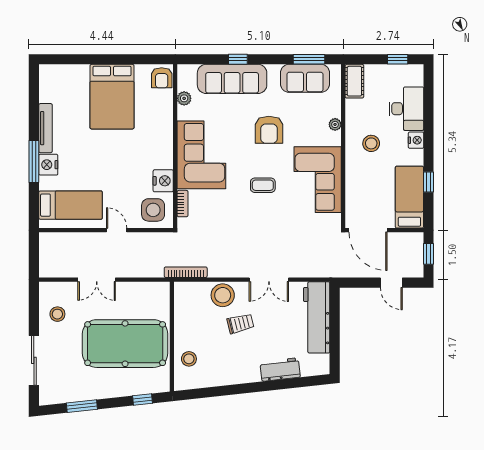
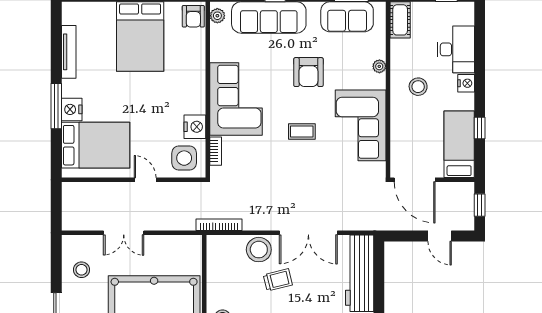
plant: (184, 98) -> (217, 16), moved
tv unit: (45, 128) -> (69, 52), moved
bed: (71, 205) -> (96, 145), width x1.50
double door: (269, 280) -> (308, 233), width x1.37

